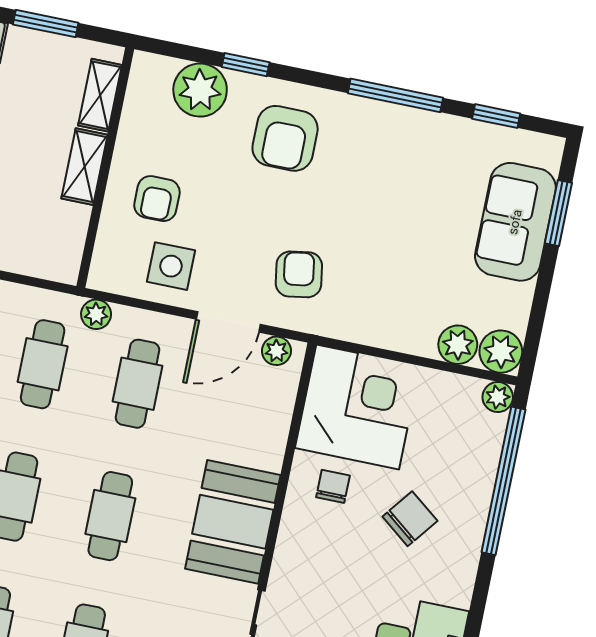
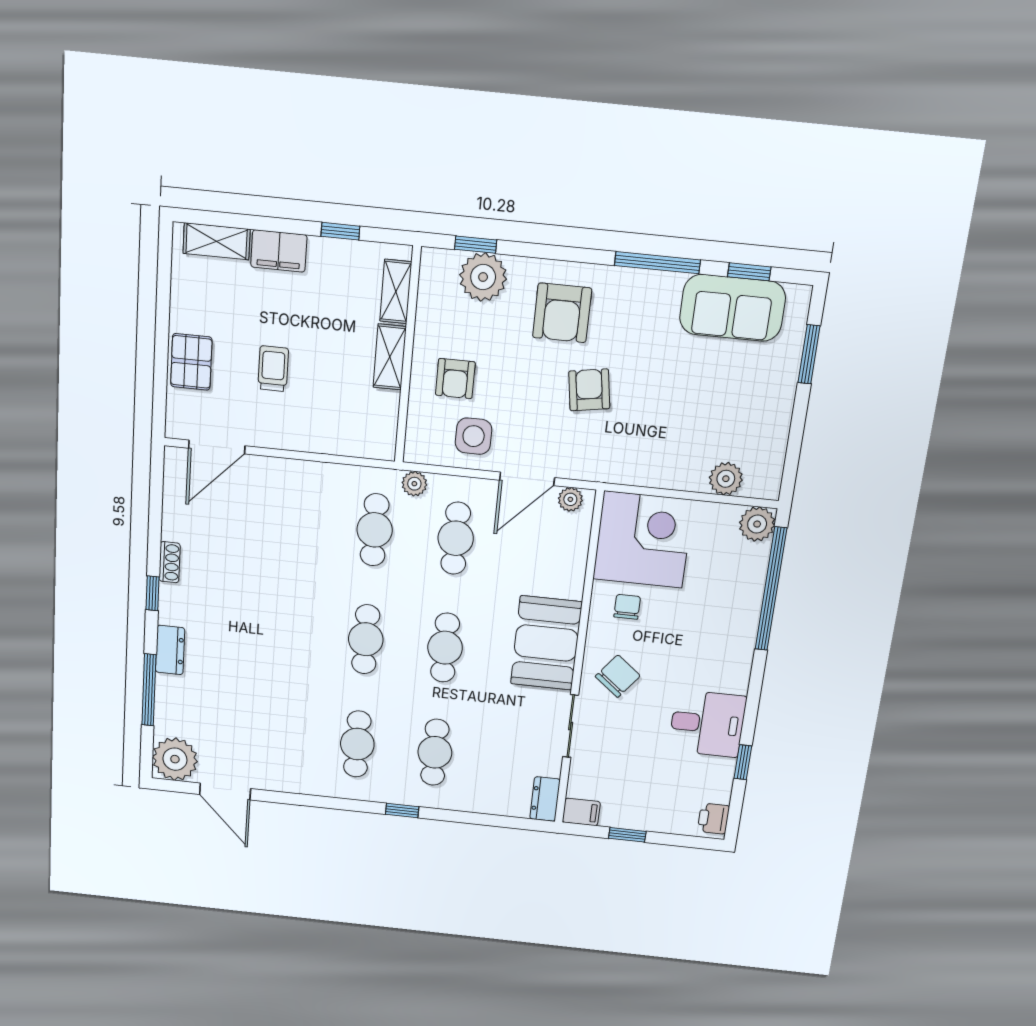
window: (46, 24) -> (340, 231), width x0.67
window: (246, 65) -> (476, 245), moved
sofa: (515, 222) -> (732, 308), moved, turned -90
armchair: (299, 274) -> (589, 390), moved
plant: (501, 352) -> (763, 481), removed
plant: (498, 397) -> (757, 524), width x1.38, depth x1.38
chair: (410, 519) -> (618, 676), moved

